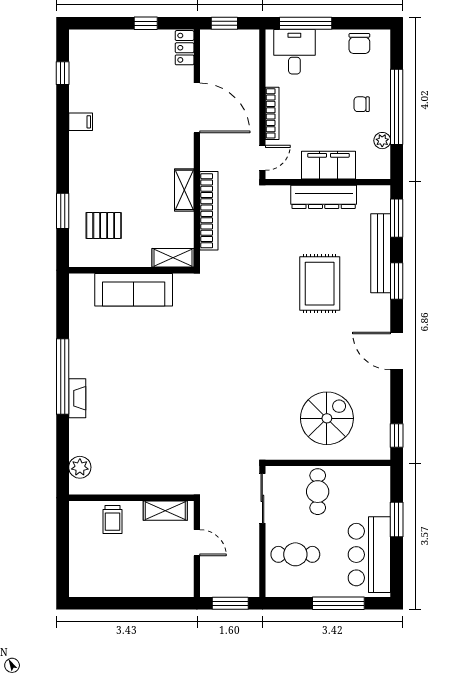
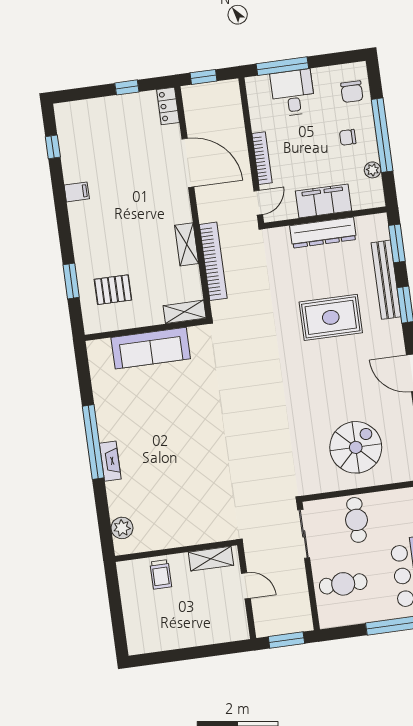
chair: (359, 44) -> (352, 92), moved
desk: (294, 52) -> (293, 93), moved
rug: (320, 284) -> (331, 317), turned 90

